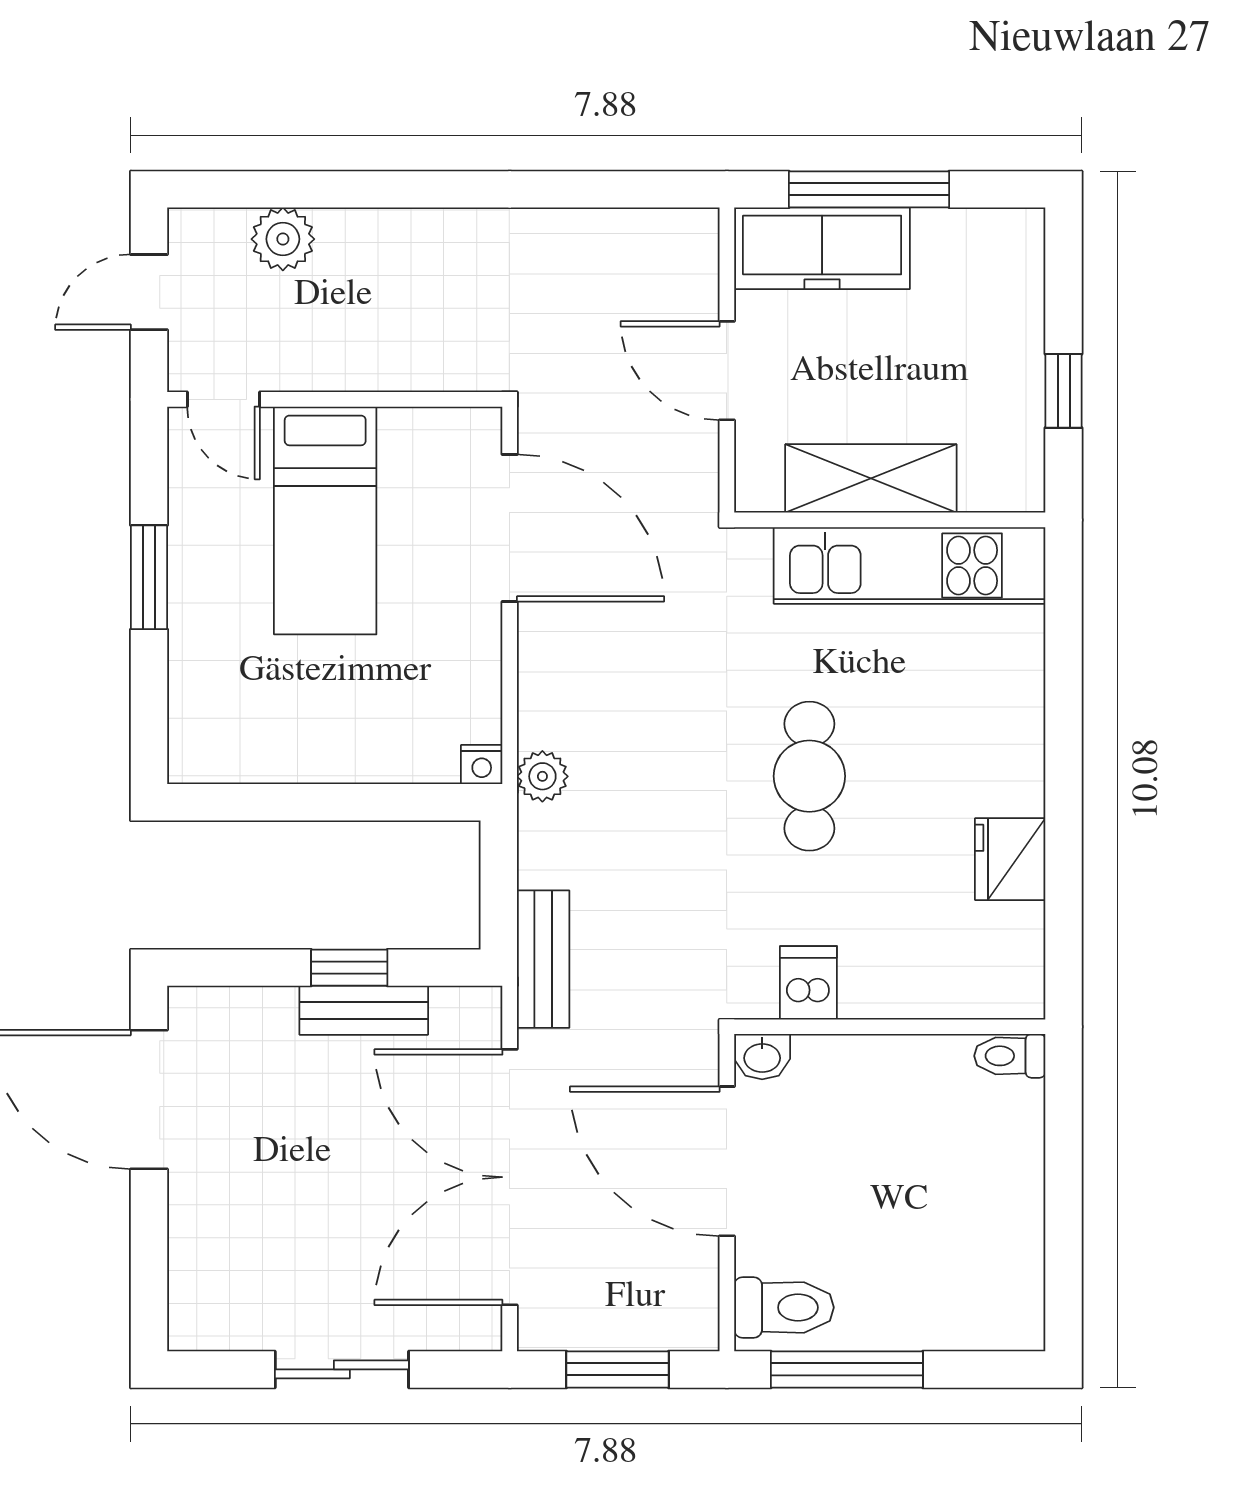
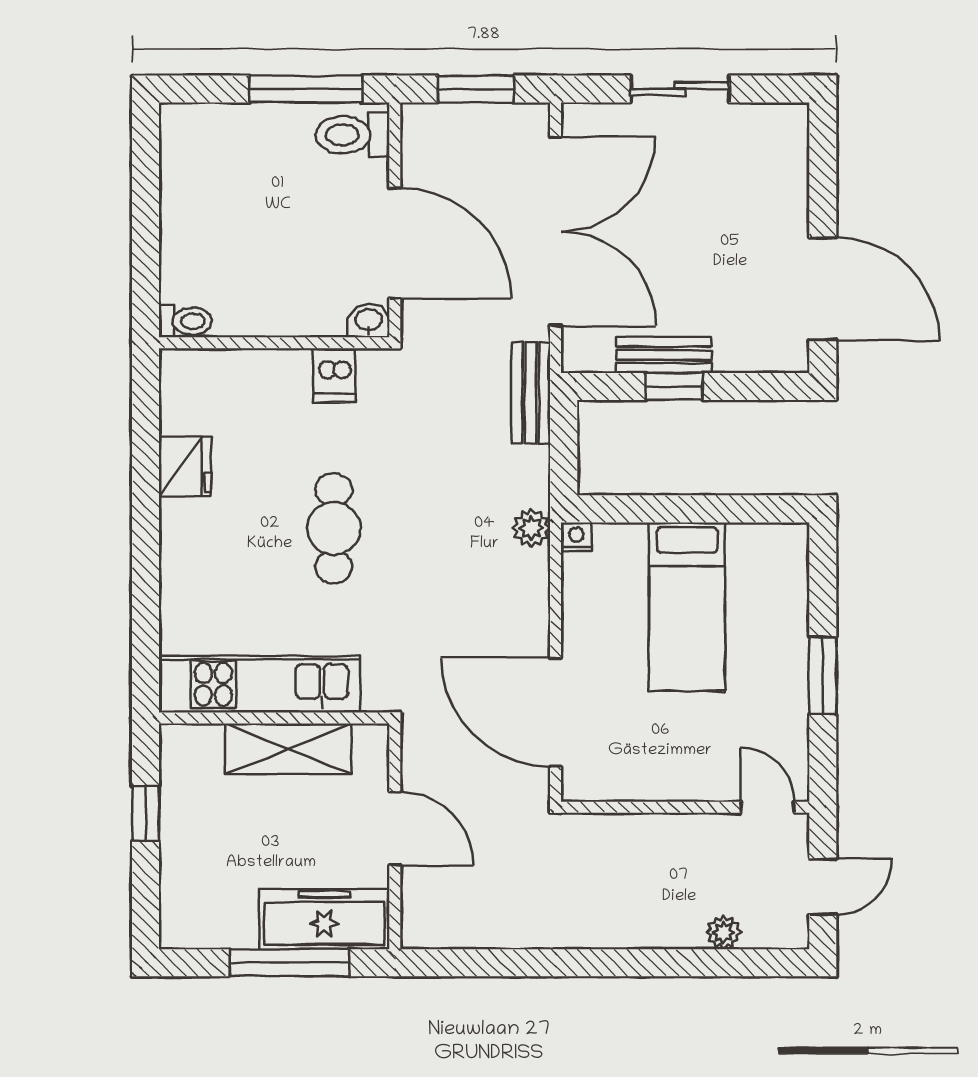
plant: (283, 239) -> (724, 932), width x0.73, depth x0.73
bed: (325, 520) -> (687, 607), moved, turned 180

